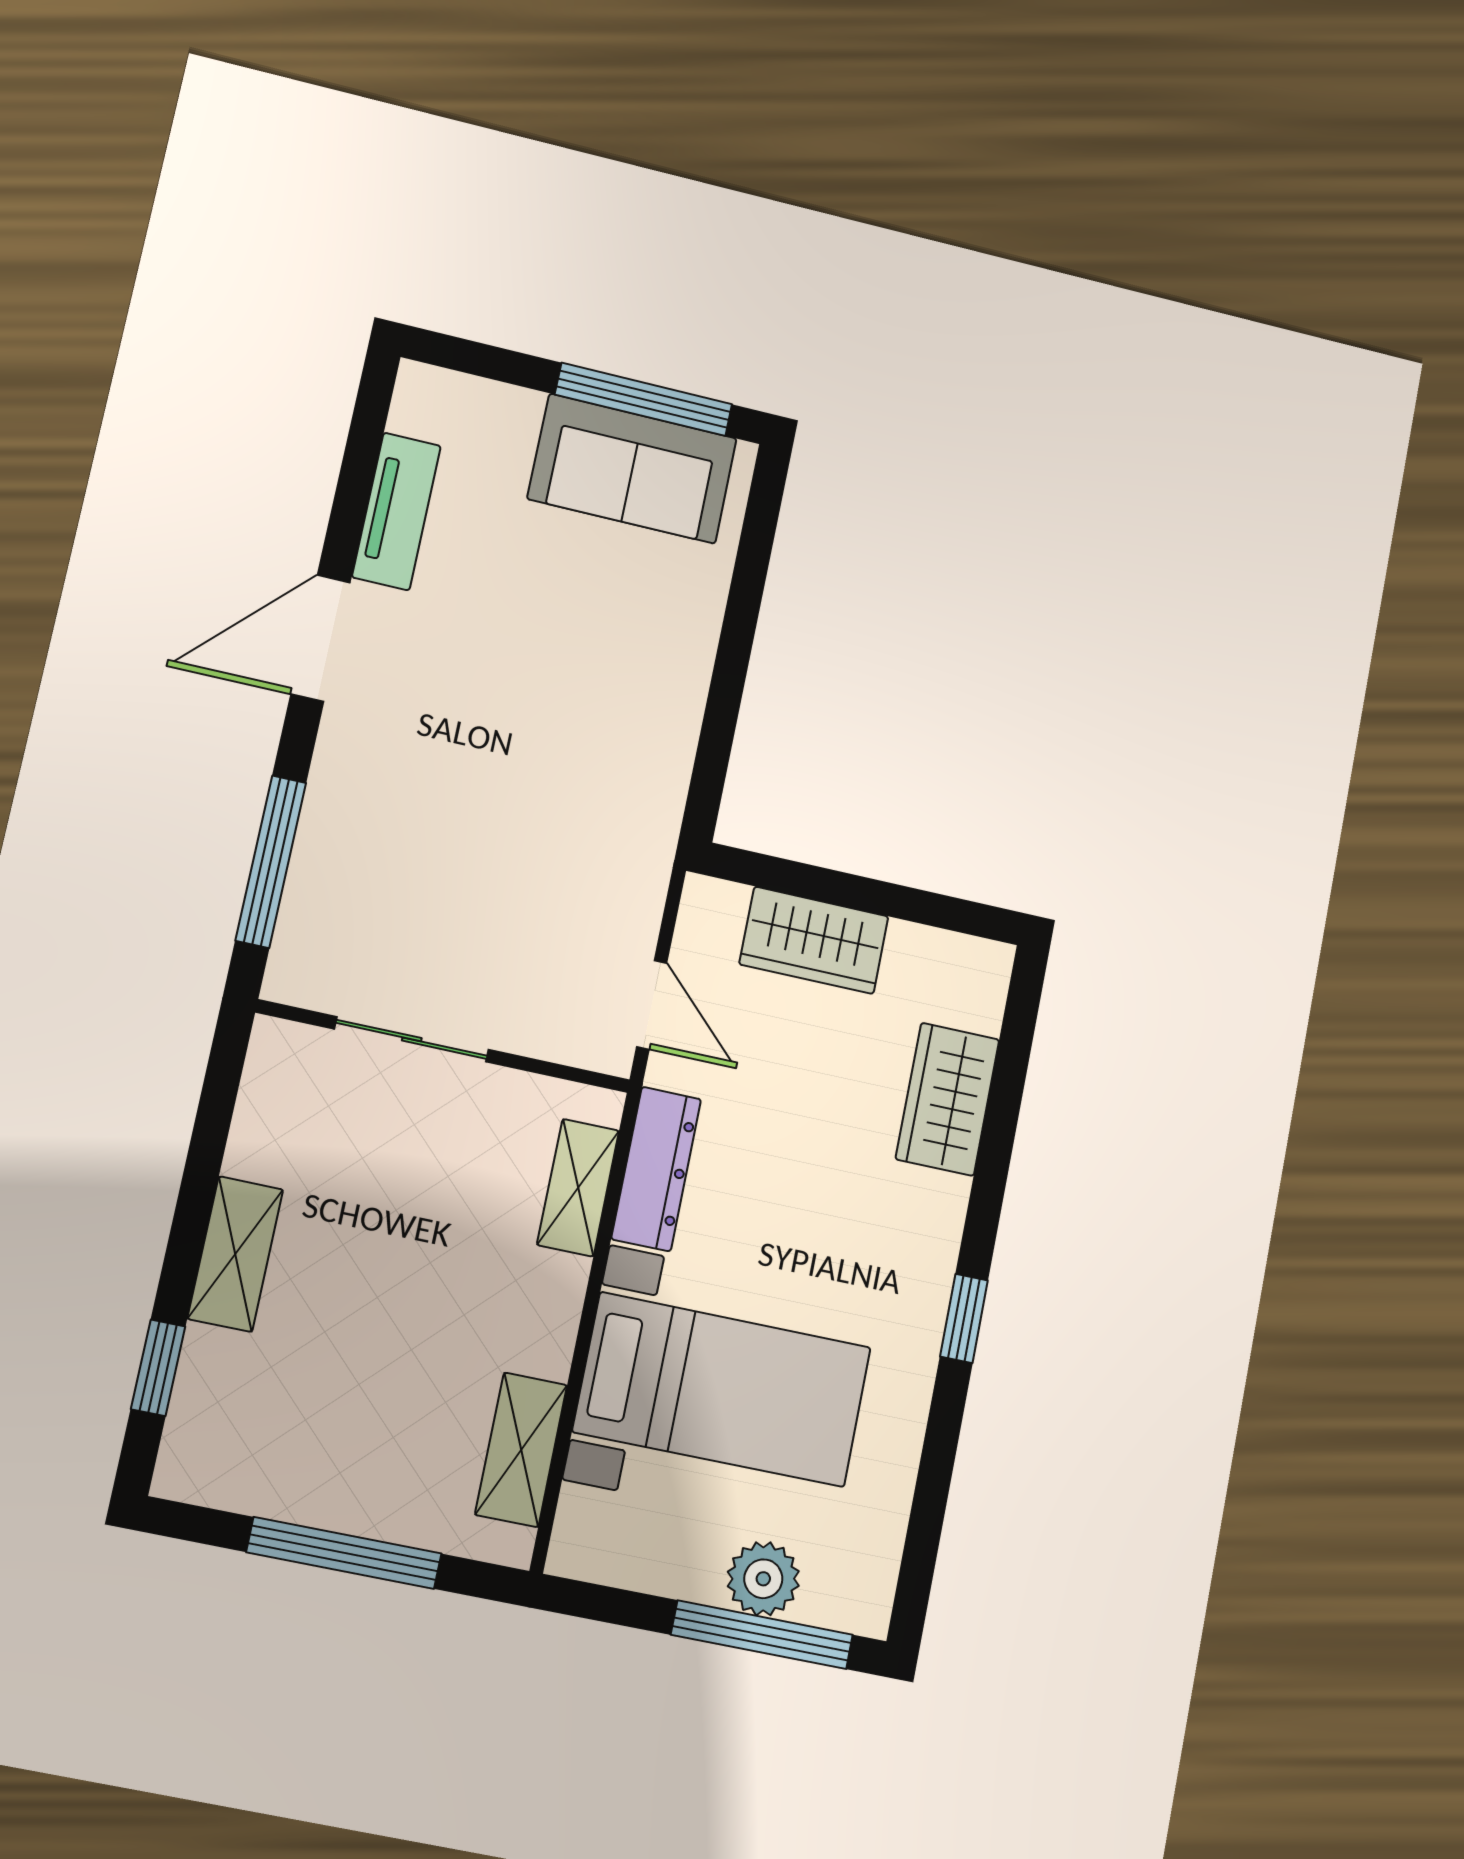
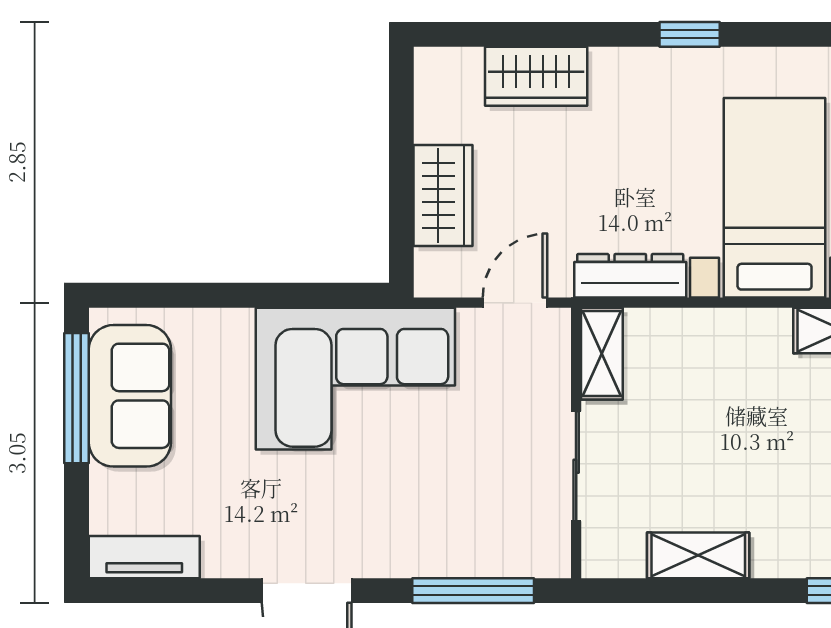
tv unit: (396, 511) -> (144, 557), moved
corner sofa: (594, 769) -> (355, 379), added
shelving: (578, 1188) -> (602, 354), moved, turned 90
shelving: (235, 1254) -> (698, 555), moved

